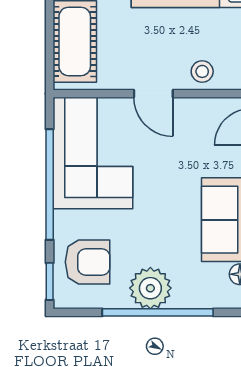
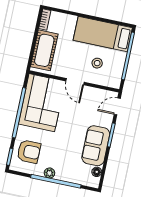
stool: (202, 71) -> (97, 63), moved
plant: (150, 288) -> (49, 173), width x0.53, depth x0.53

